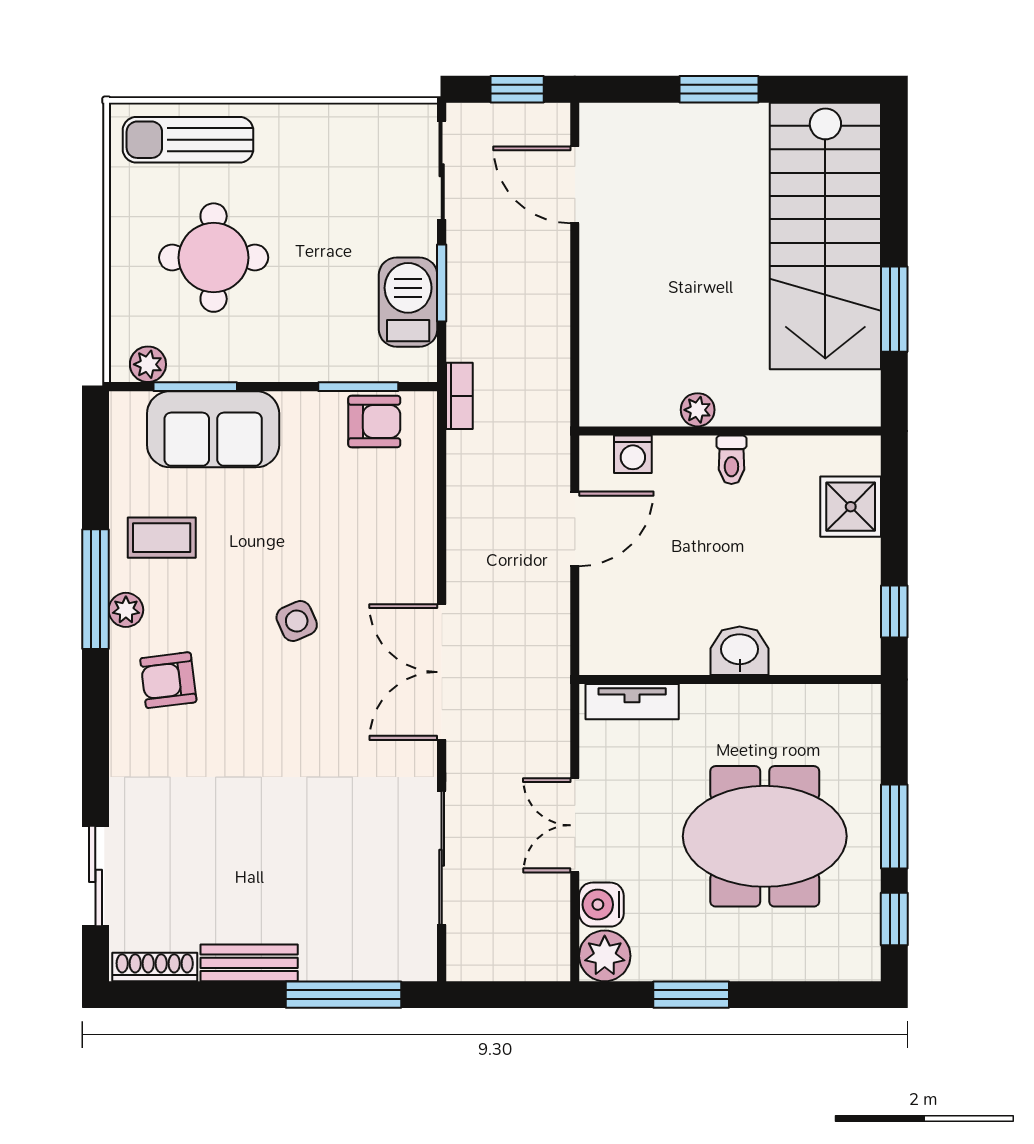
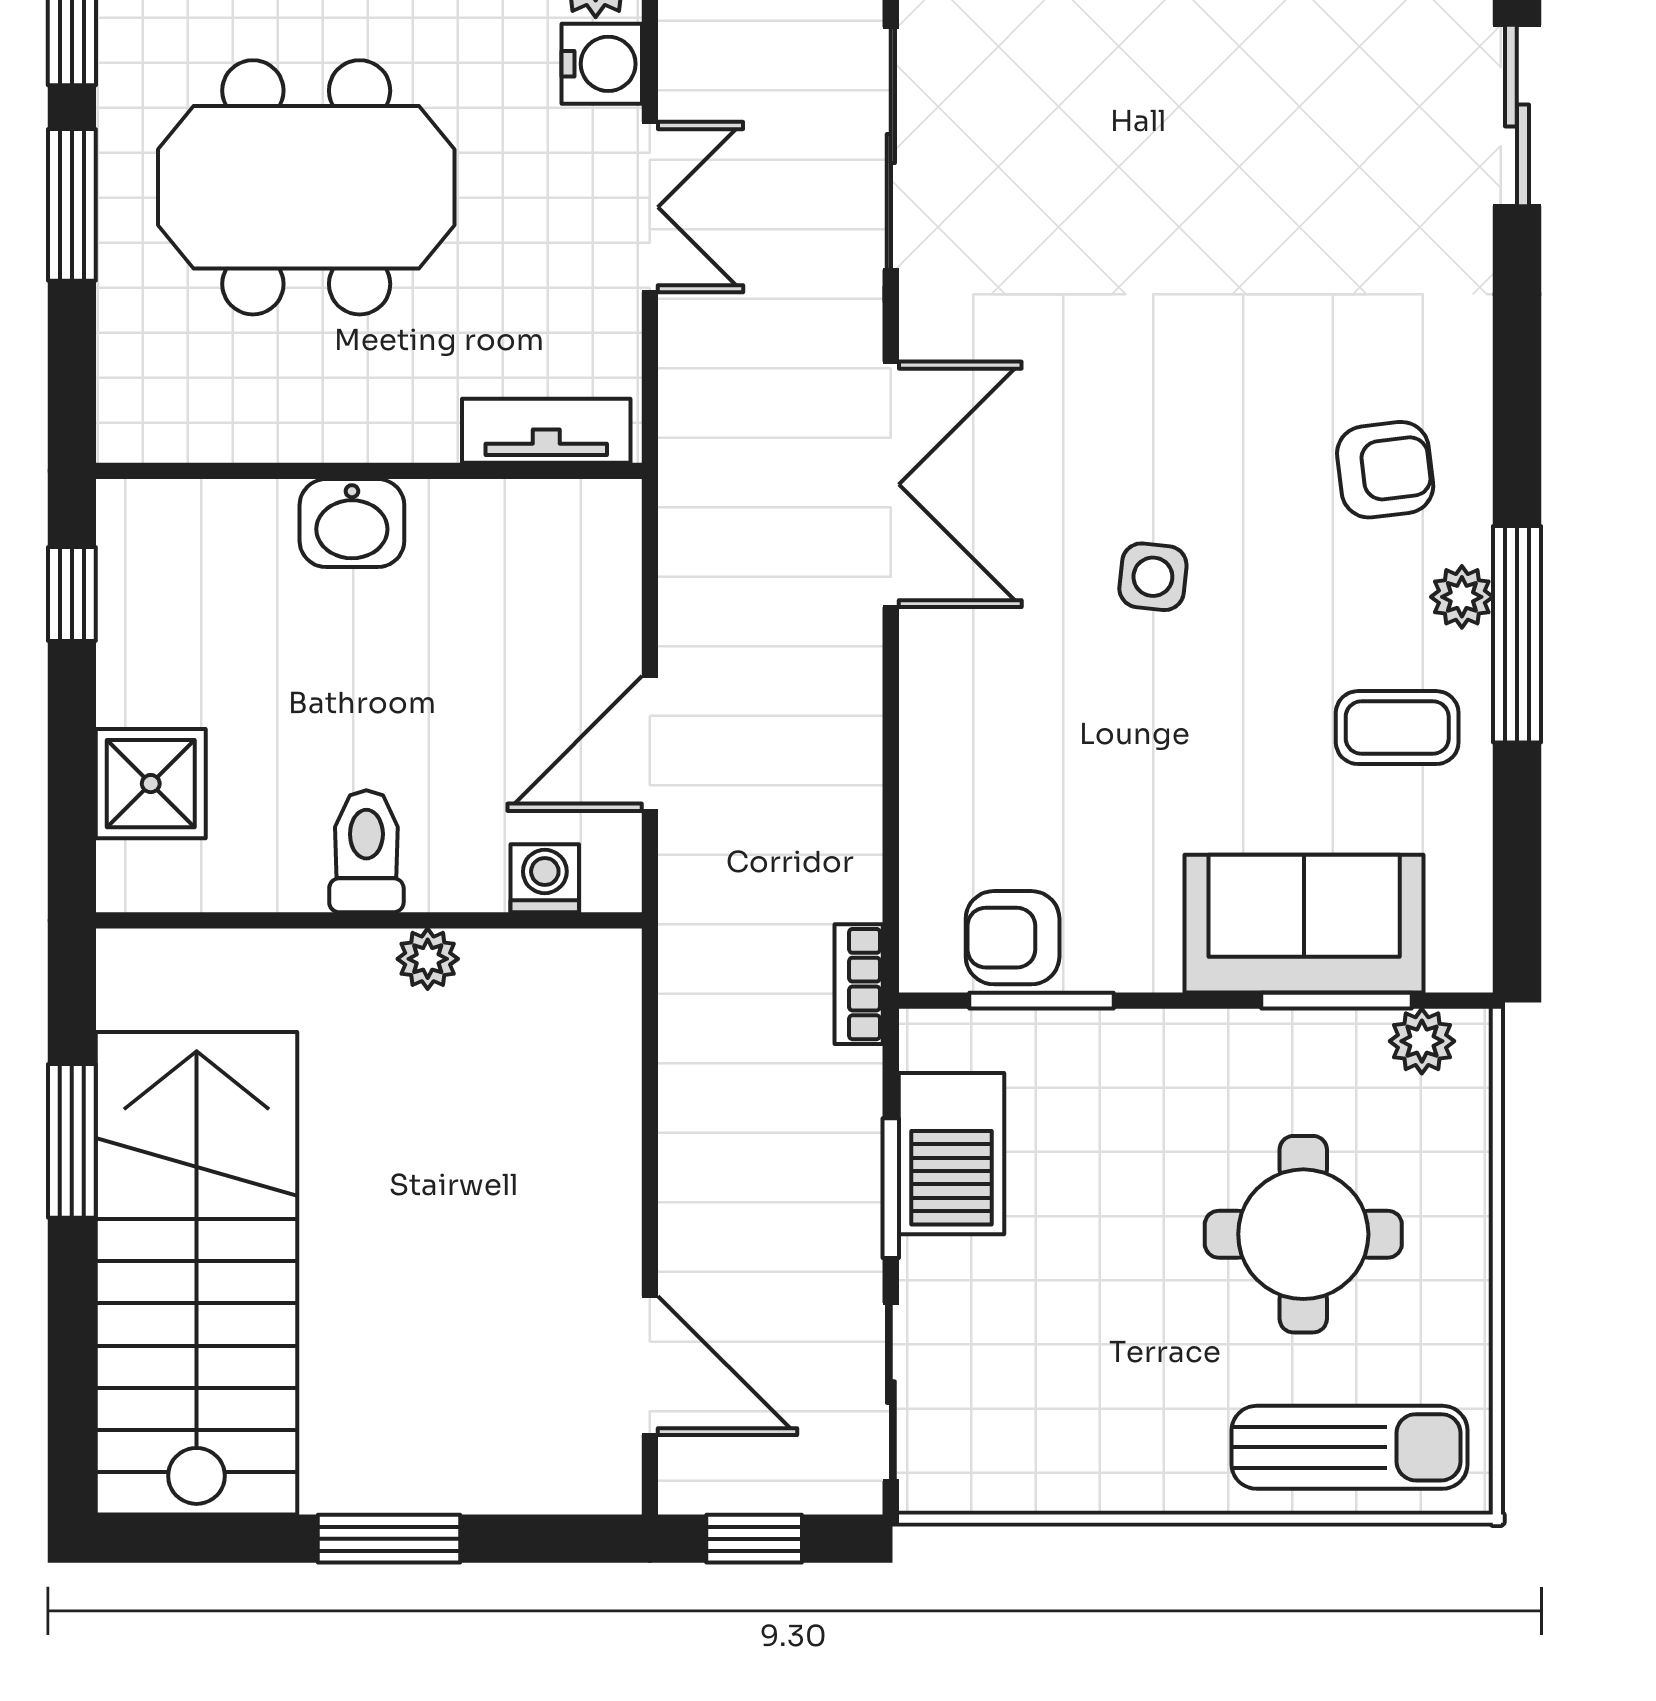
toilet: (731, 460) -> (366, 851), width x1.37, depth x1.39
side table: (297, 621) -> (1153, 577), turned 30

